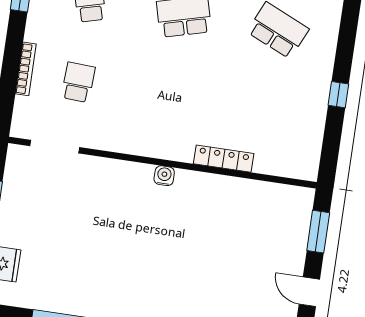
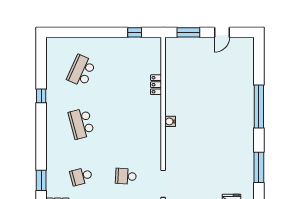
window: (338, 95) -> (135, 32), moved
locker: (224, 159) -> (156, 85), width x0.66

